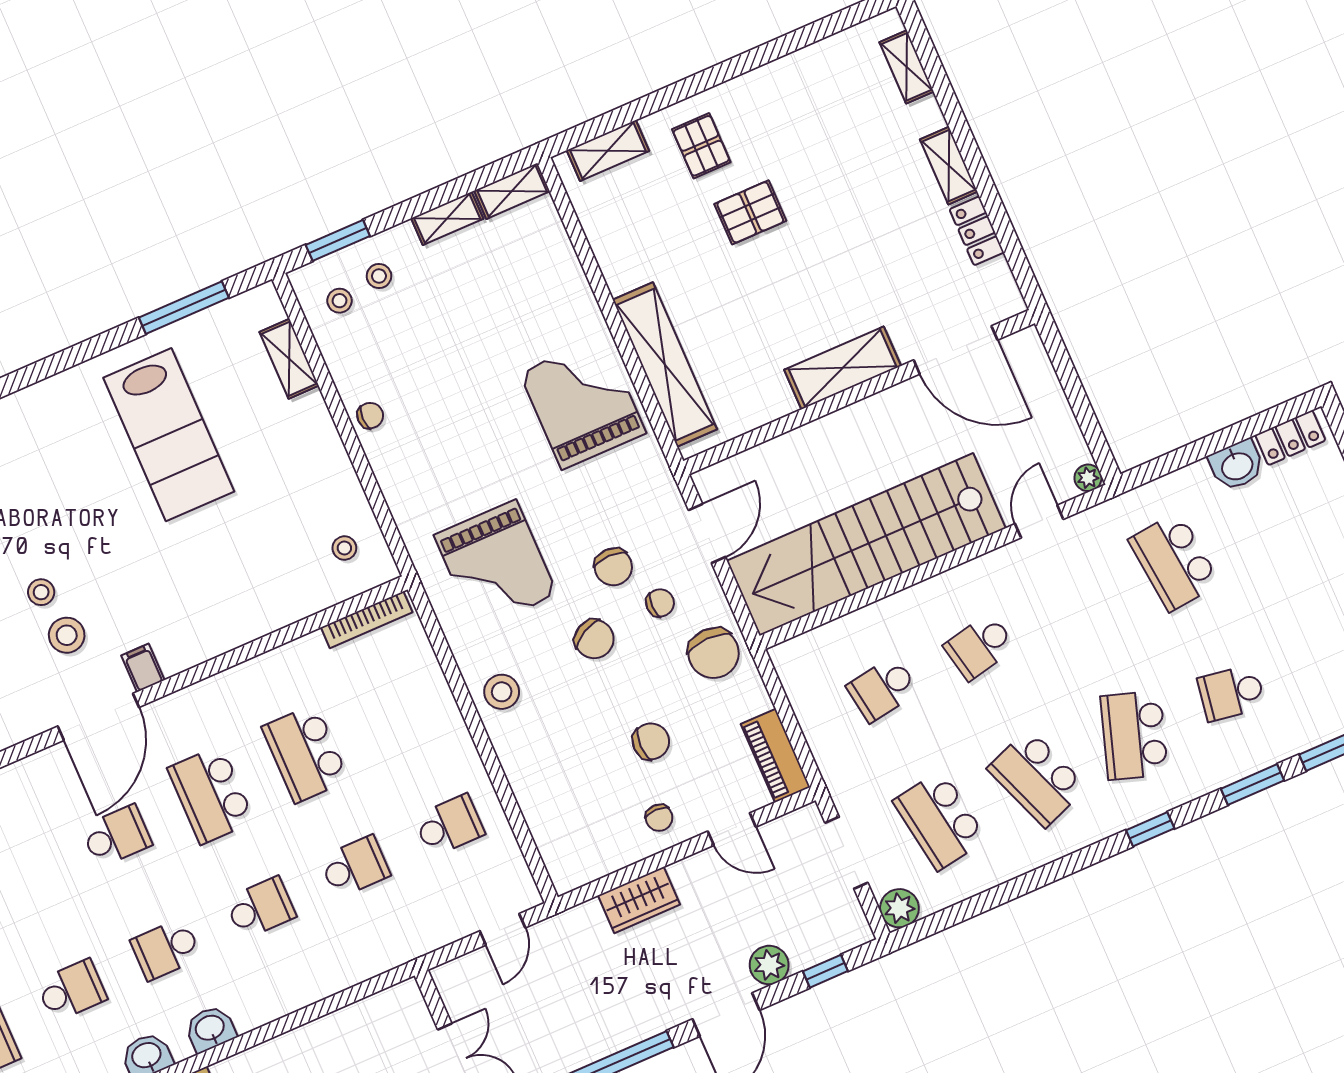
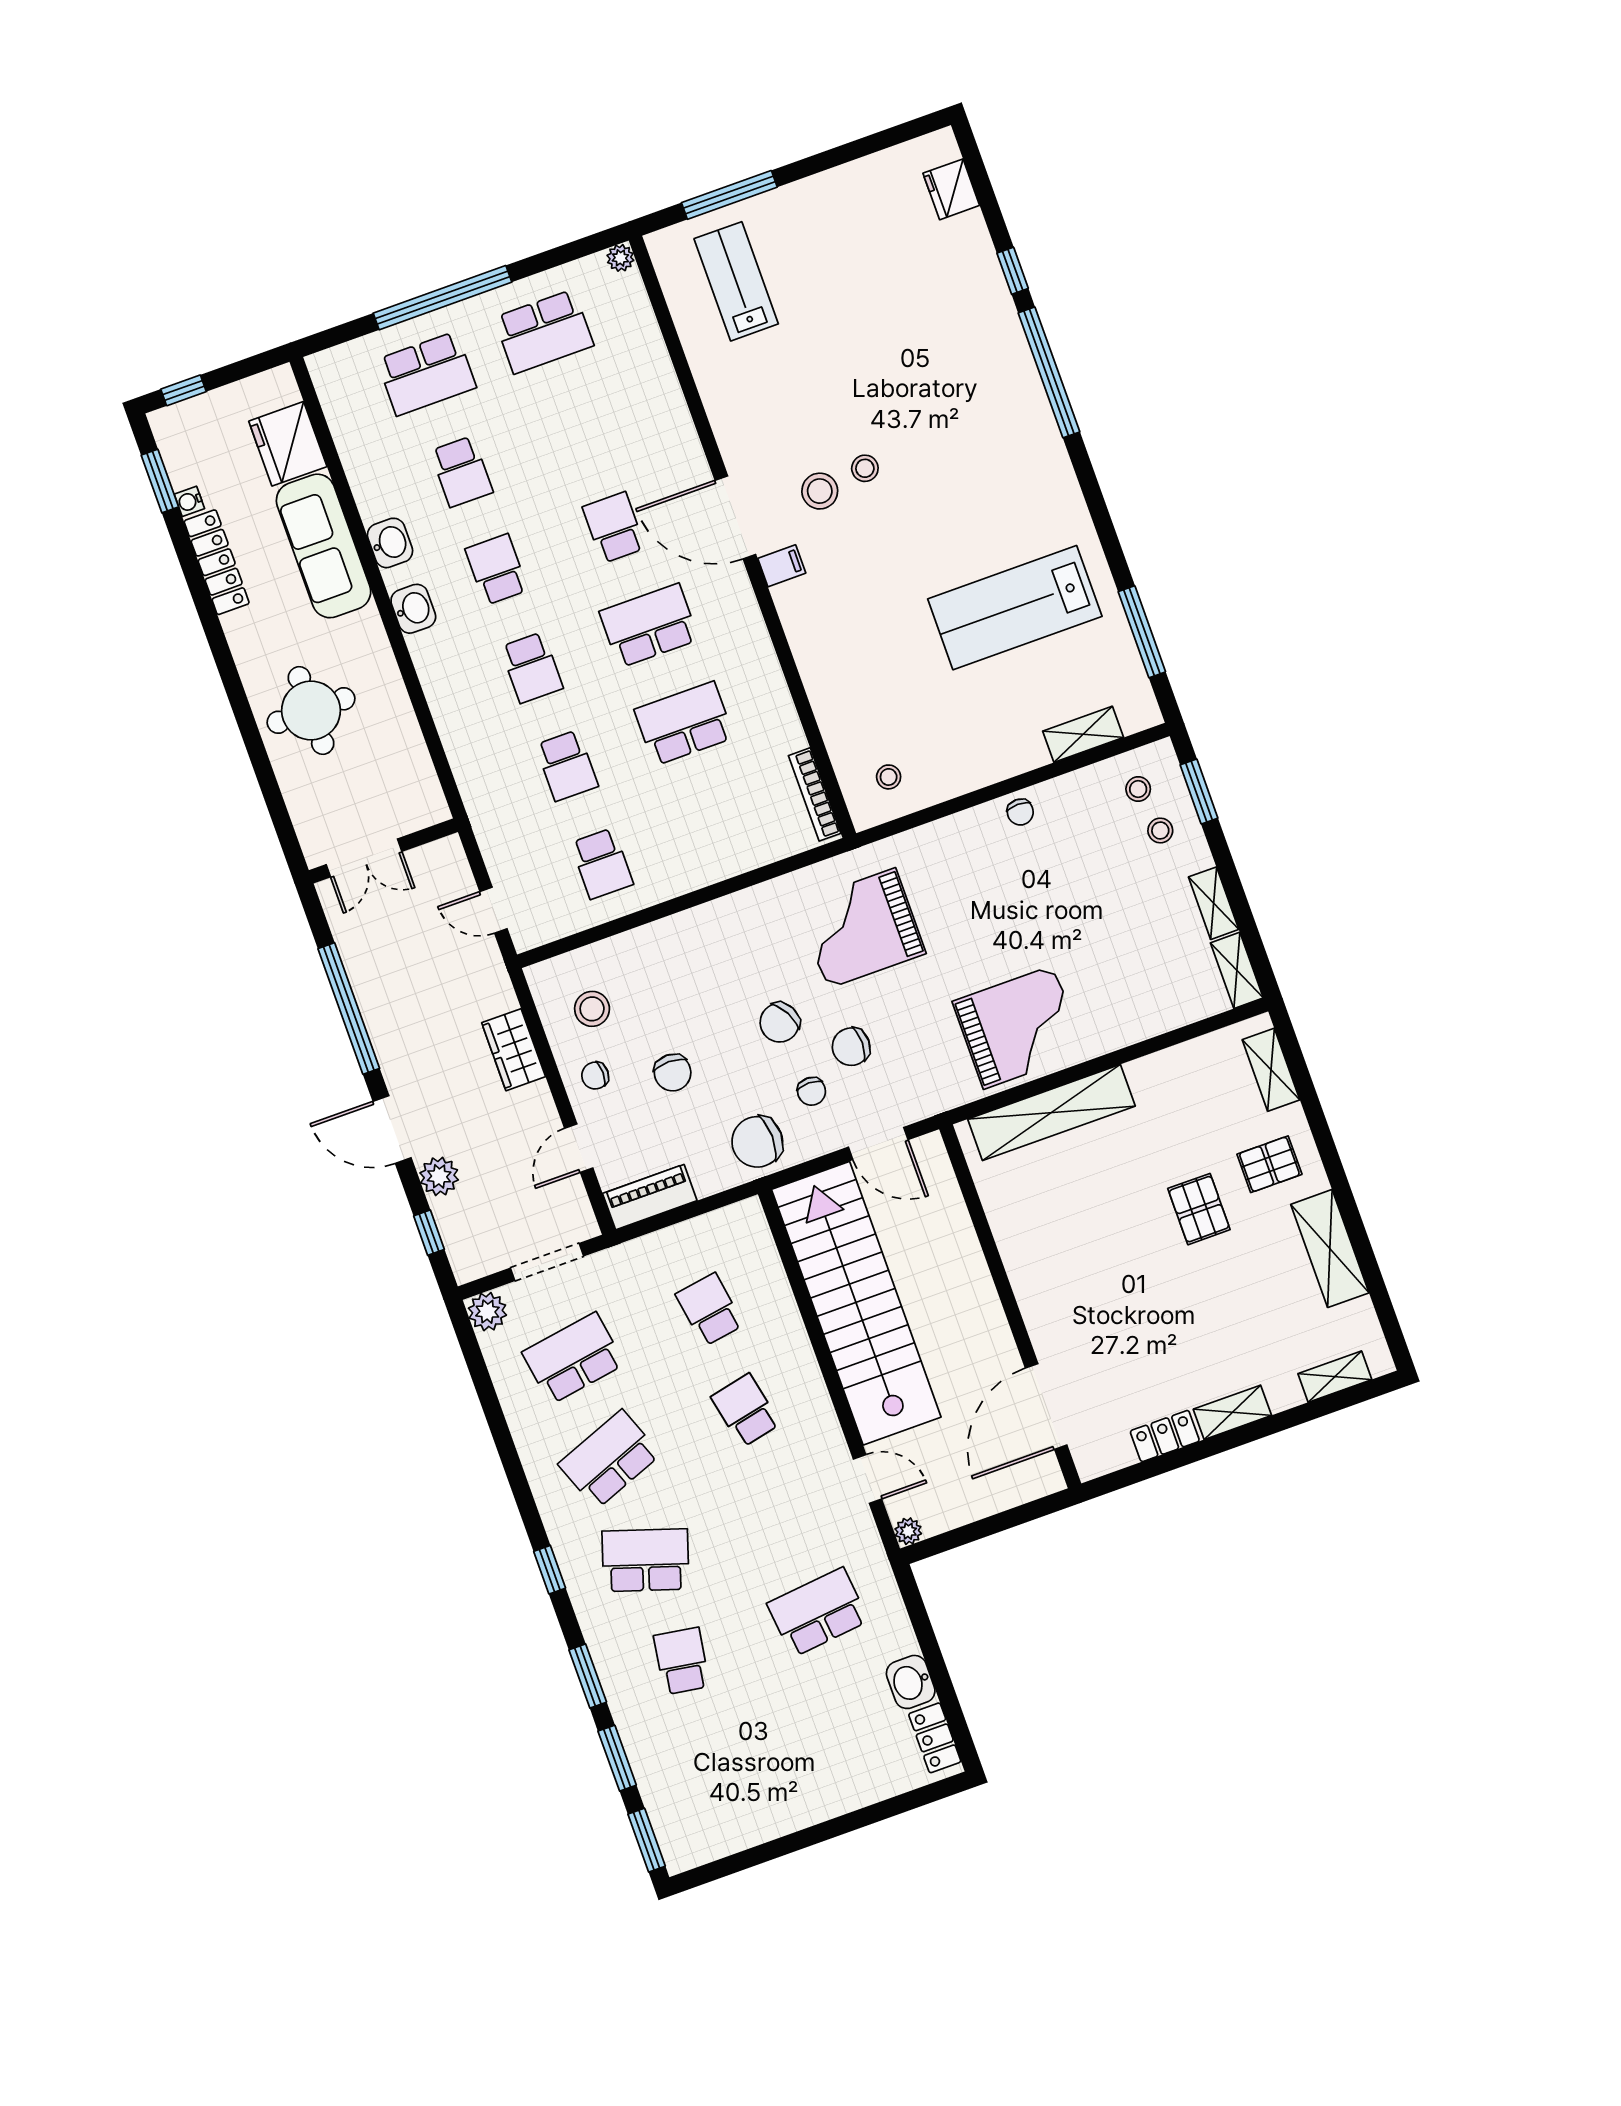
shelving: (843, 368) -> (1330, 1249), moved
stool: (502, 692) -> (592, 1009), moved
school desk: (117, 836) -> (614, 528), turned 180

